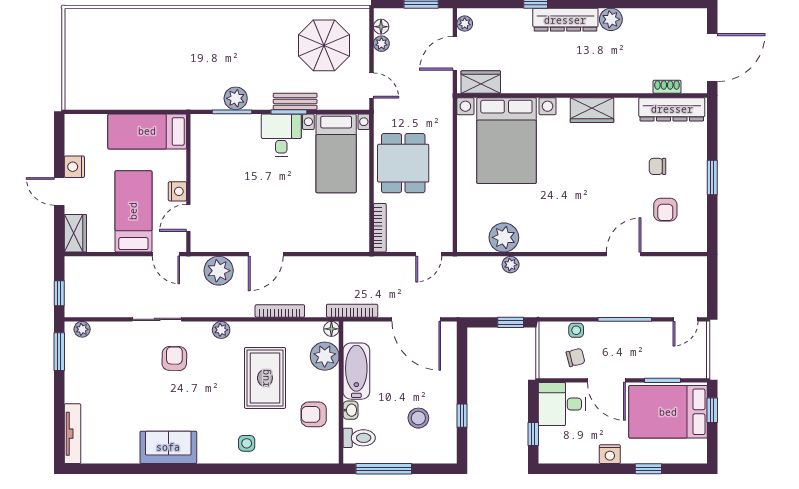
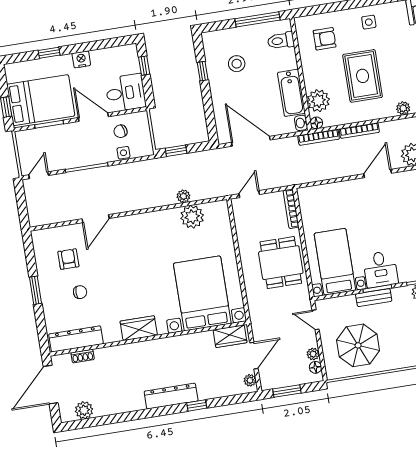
plant: (611, 19) -> (84, 410), moved
bookcase: (352, 311) -> (319, 137), moved
washbasin: (350, 410) -> (301, 123), moved
armchair: (314, 414) -> (325, 39), moved

